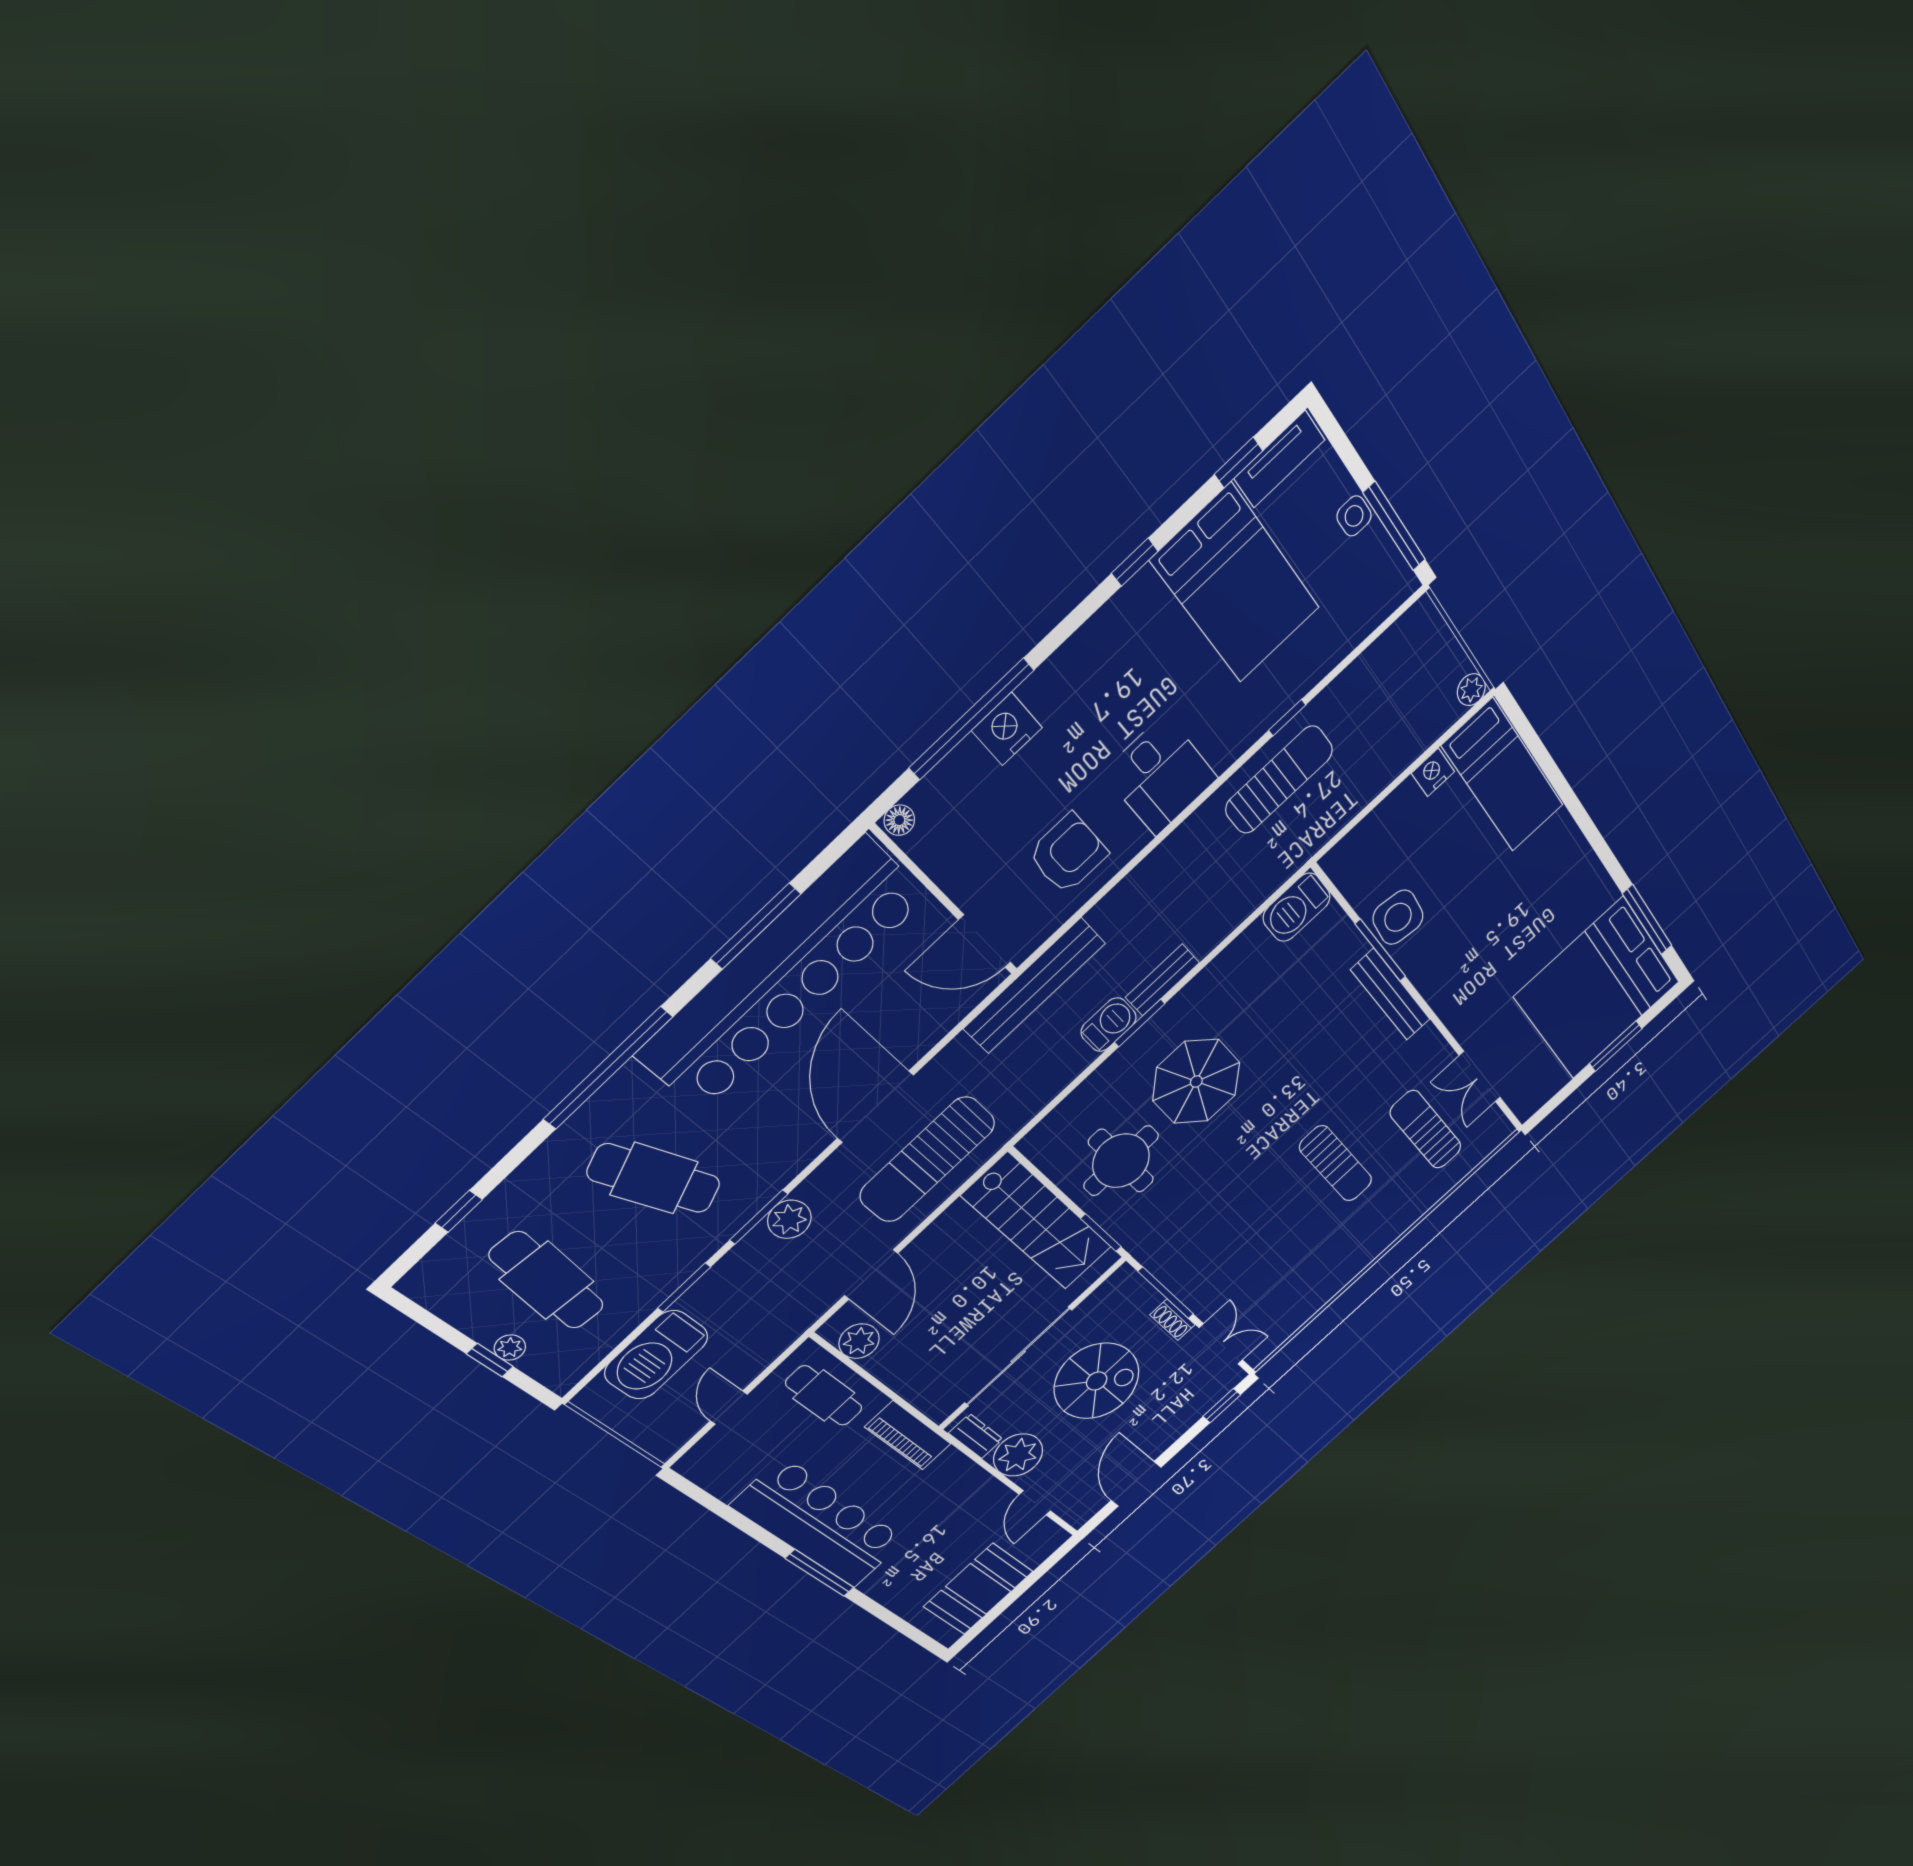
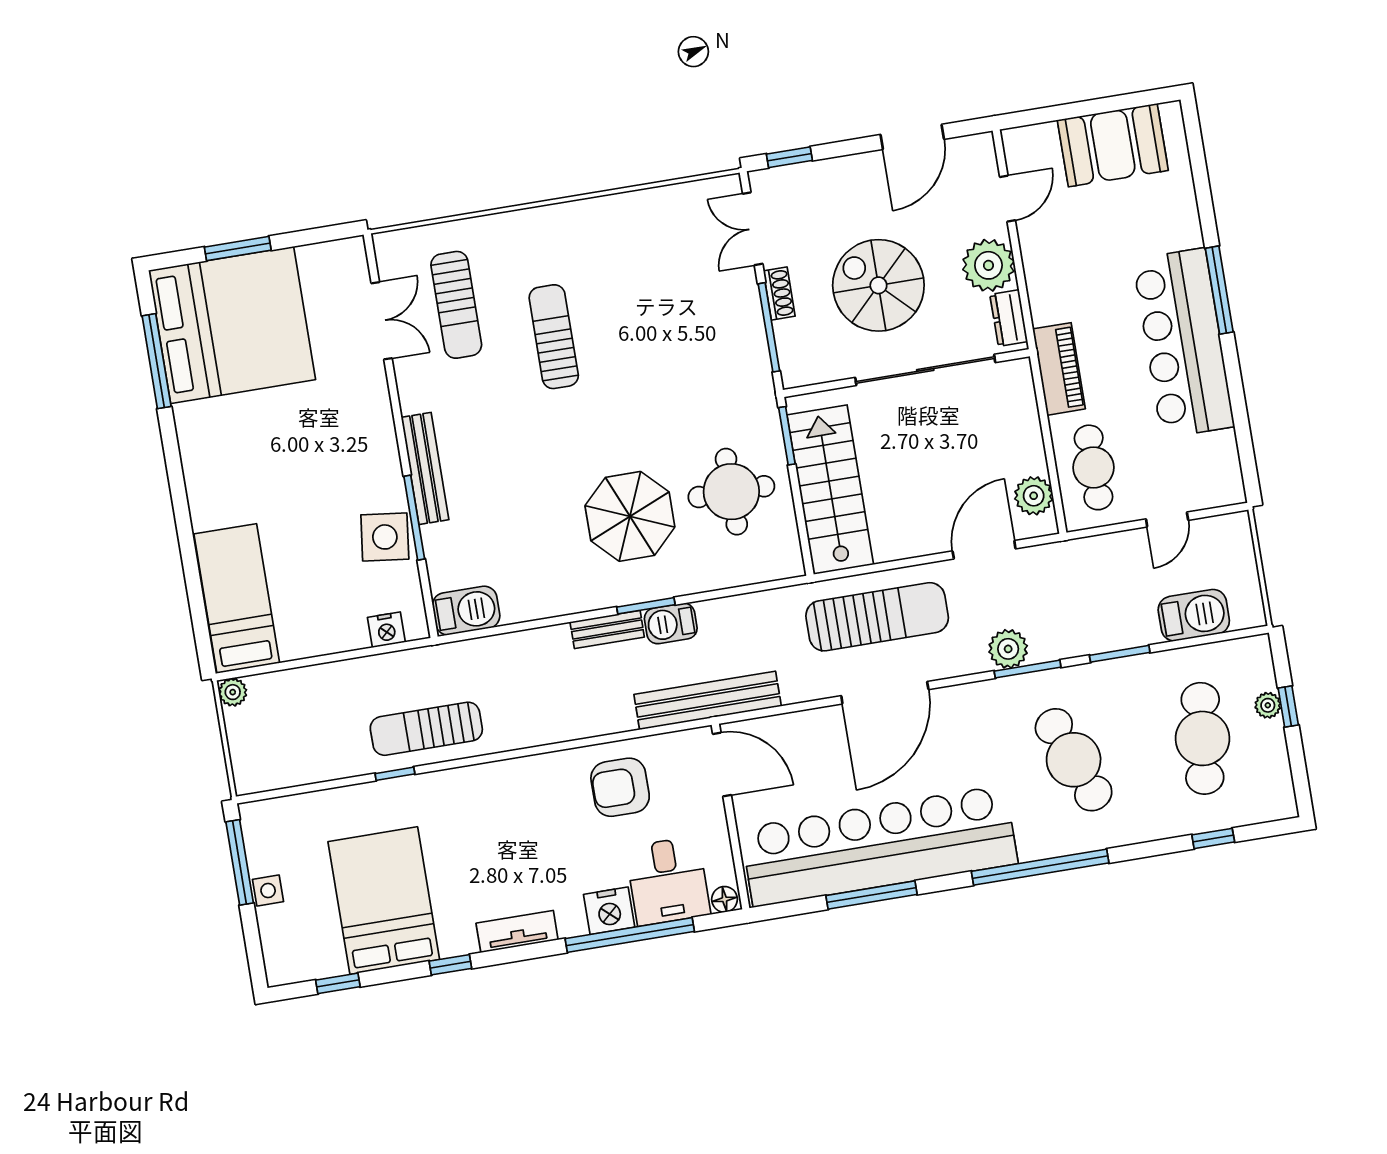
tv unit: (1280, 459) -> (517, 932), moved
nightstand: (1433, 772) -> (386, 630), moved
desk: (1161, 775) -> (668, 881), moved, turned 180
barbecue: (656, 1355) -> (1194, 615), width x0.73, depth x0.83

